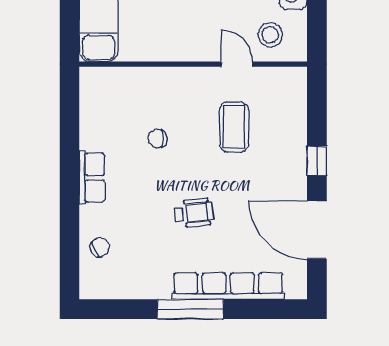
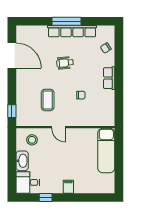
door: (237, 64) -> (58, 127), moved
window: (317, 161) -> (12, 111), moved
row of seats: (228, 286) -> (72, 31), moved

